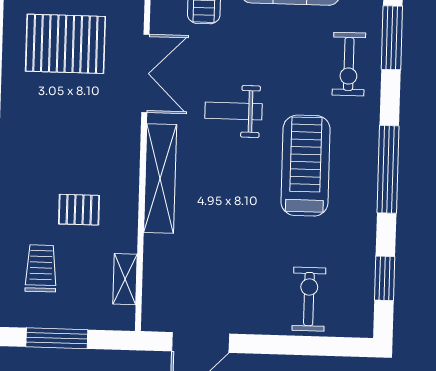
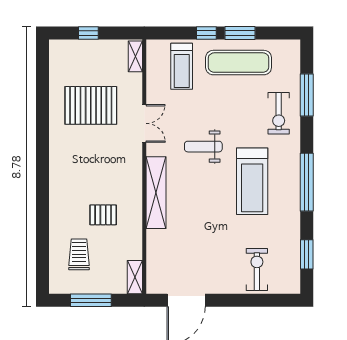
double door: (145, 73) -> (144, 123), width x0.73
treadmill: (306, 166) -> (252, 181), turned 180
shelving: (125, 279) -> (135, 277), moved

